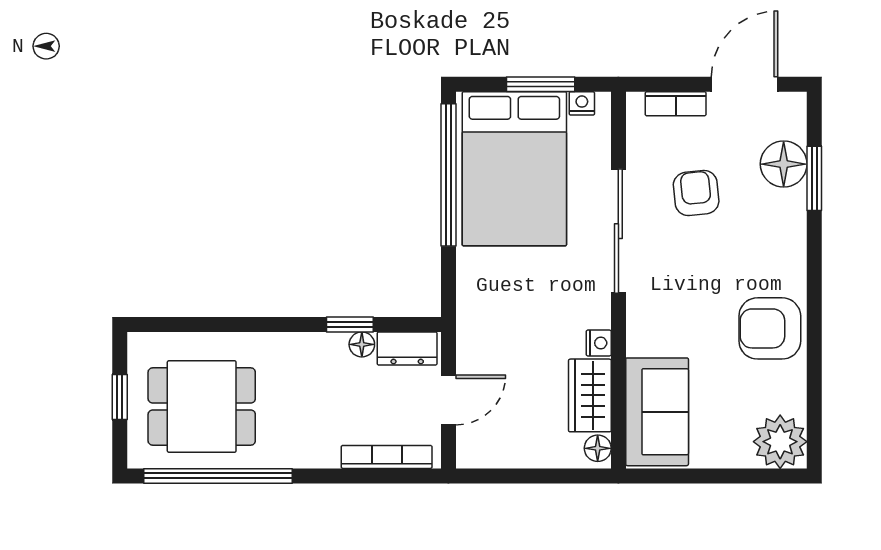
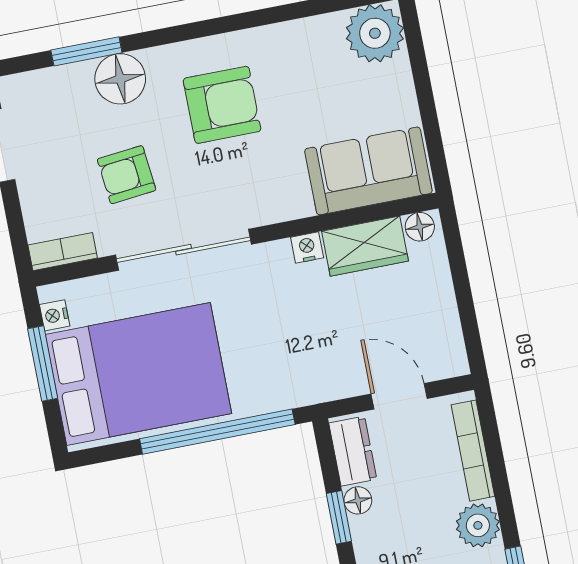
bookcase: (676, 104) -> (63, 252), moved, turned -90
floor lamp: (784, 164) -> (120, 79), moved
window: (448, 175) -> (217, 432), moved
armchair: (770, 328) -> (222, 105), moved, turned -90
plant: (318, 448) -> (478, 525), added

